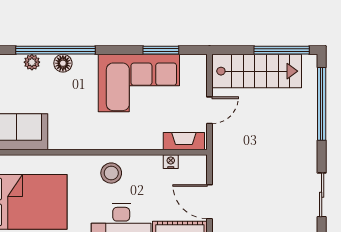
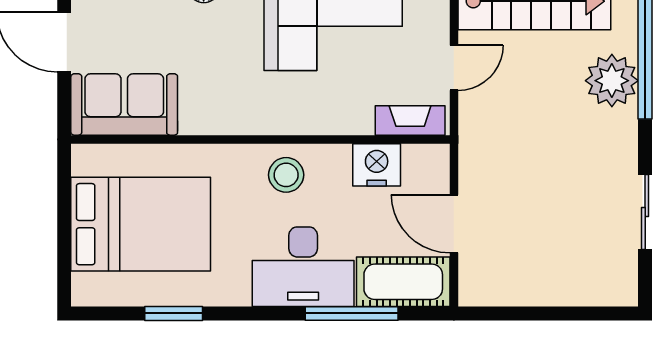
plant: (302, 118) -> (612, 81), added
nightstand: (171, 162) -> (377, 165), width x1.89, depth x1.79

